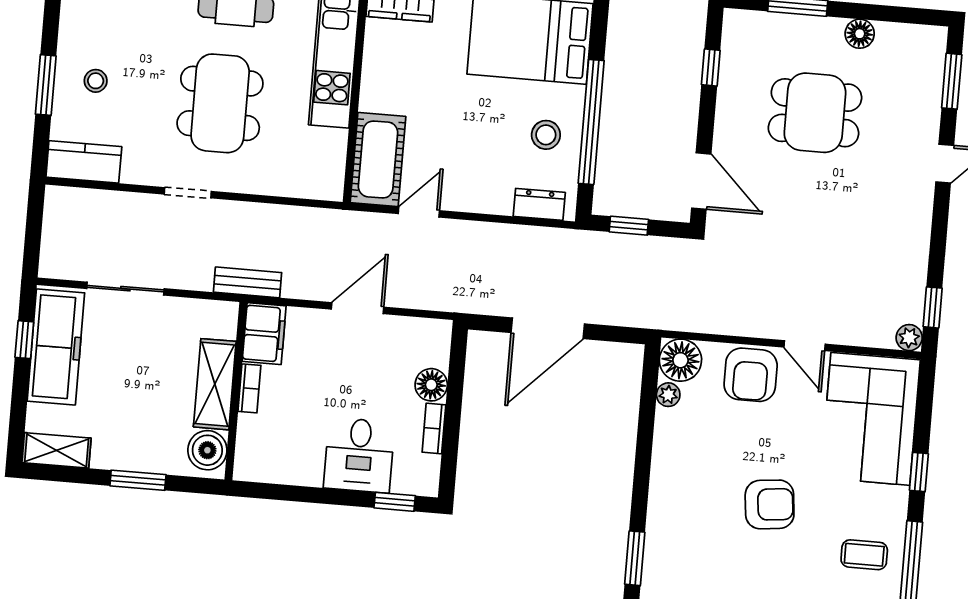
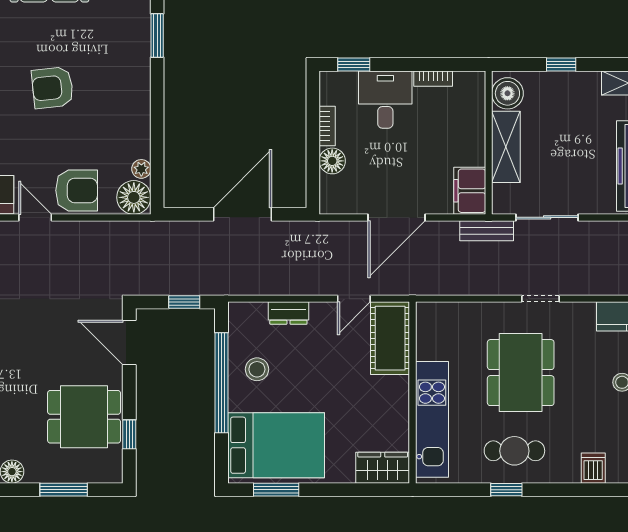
dining table: (815, 113) -> (84, 417), moved
dresser: (539, 204) -> (288, 313), moved
sliding door: (125, 289) -> (547, 217), moved
door: (358, 308) -> (397, 217), width x1.36
armchair: (751, 375) -> (77, 190), turned 90
bookcase: (249, 388) -> (433, 79), moved, turned -90
window: (138, 480) -> (561, 65), width x0.67

